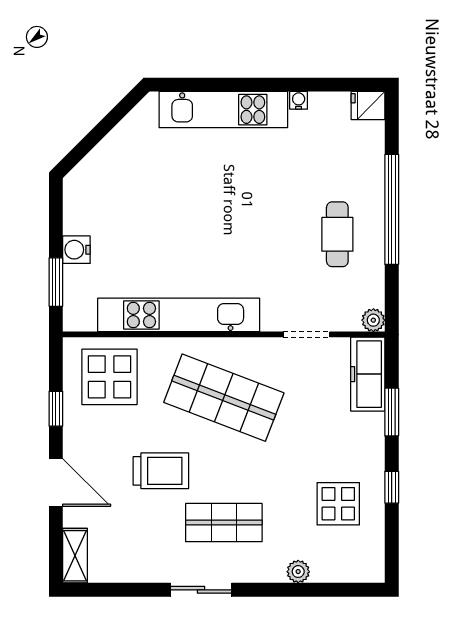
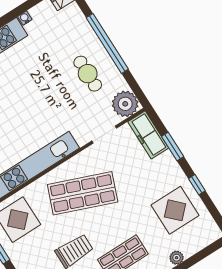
plant: (373, 320) -> (125, 104), width x1.87, depth x1.87
display table: (338, 504) -> (175, 210), width x1.36, depth x1.36

